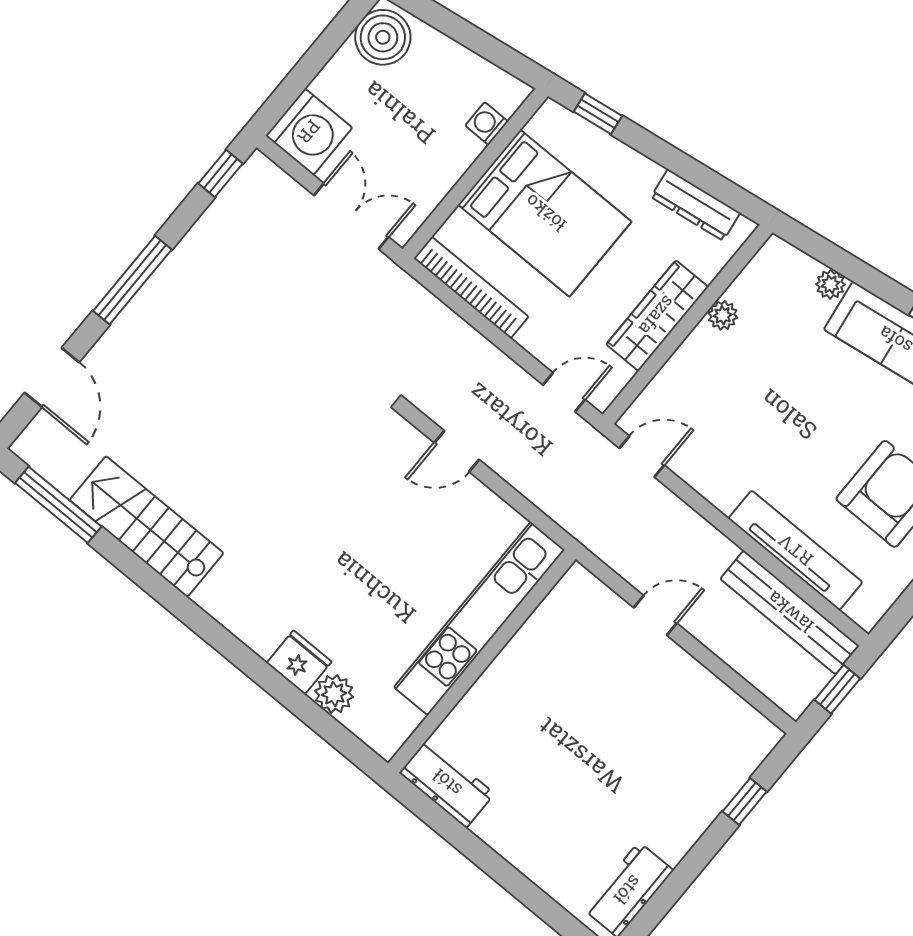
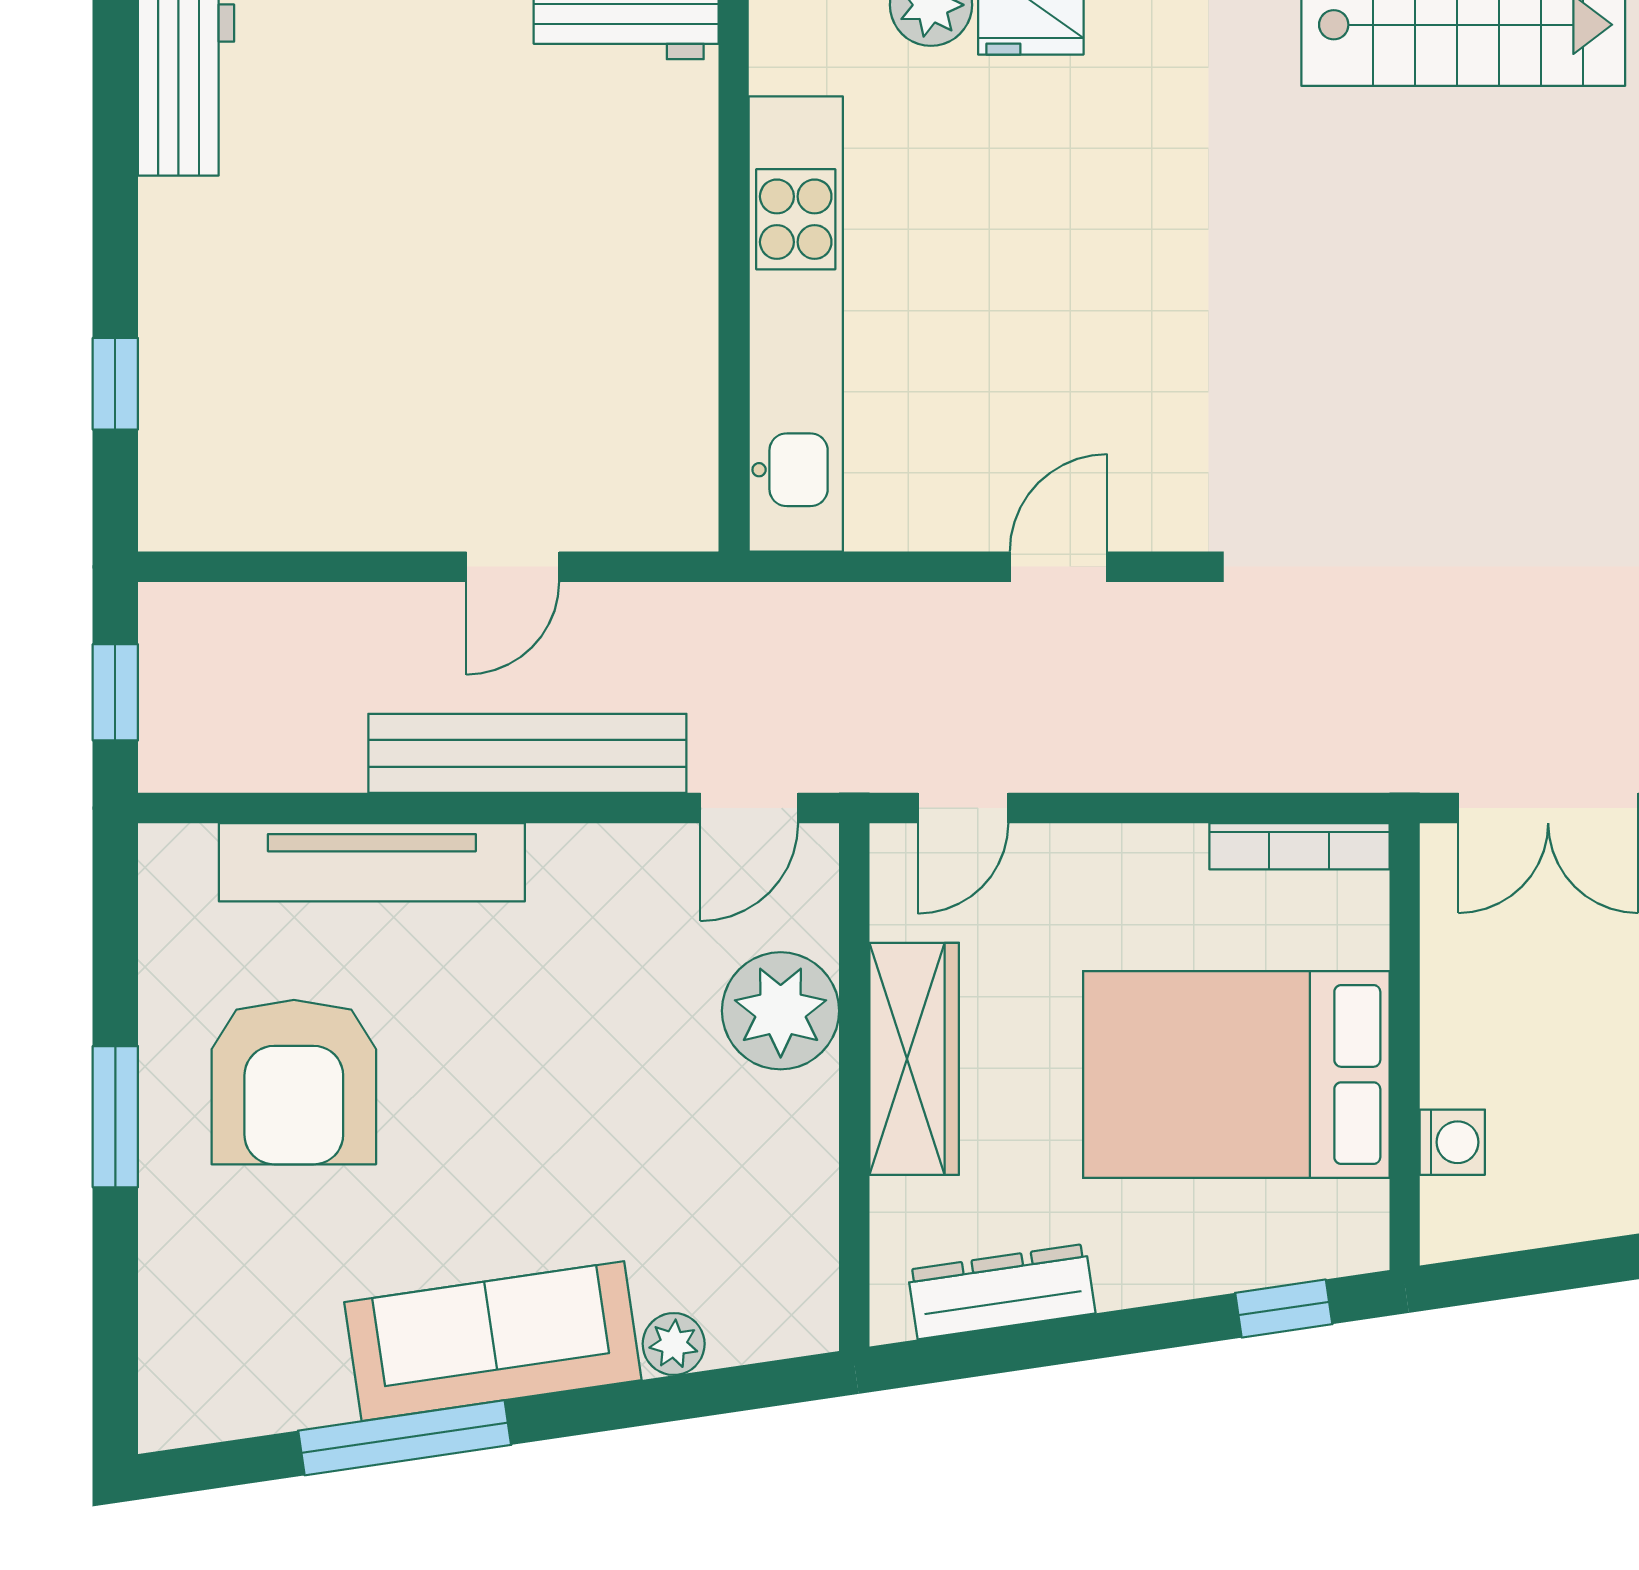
bookcase: (471, 288) -> (1299, 846), width x0.68, depth x0.76
plant: (723, 315) -> (781, 1011), moved, width x1.87, depth x1.87
bench: (790, 612) -> (527, 753), moved

